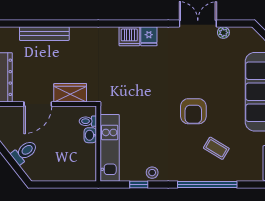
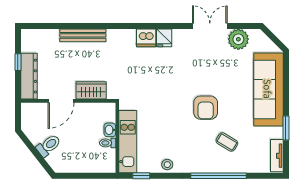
plant: (223, 33) -> (238, 39), width x1.88, depth x1.88
bench: (44, 34) -> (83, 35), moved
toilet: (88, 121) -> (108, 143), moved
window: (139, 184) -> (141, 176), moved

